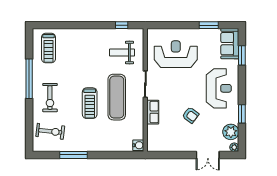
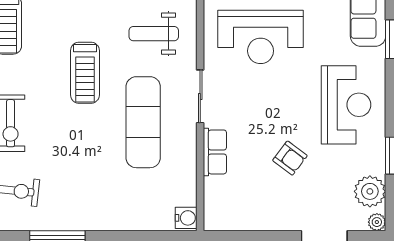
reception desk: (176, 54) -> (261, 37), turned 180
treadmill: (90, 103) -> (85, 73), moved

